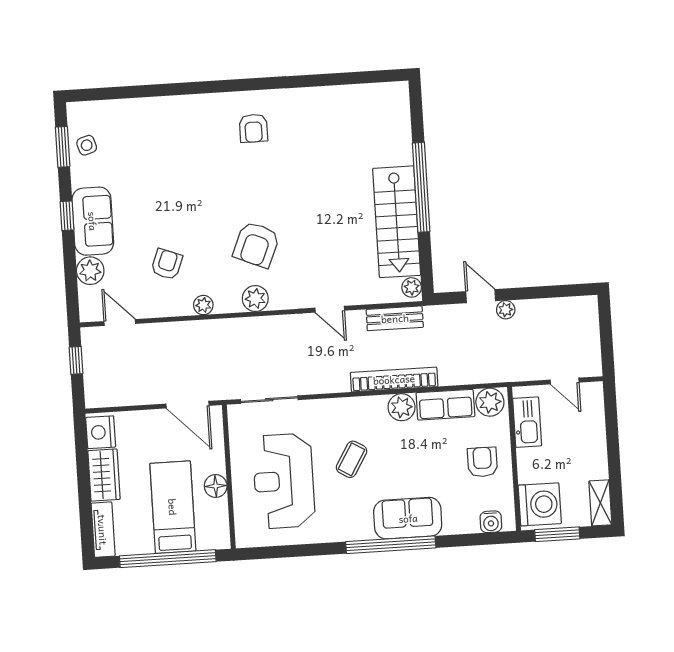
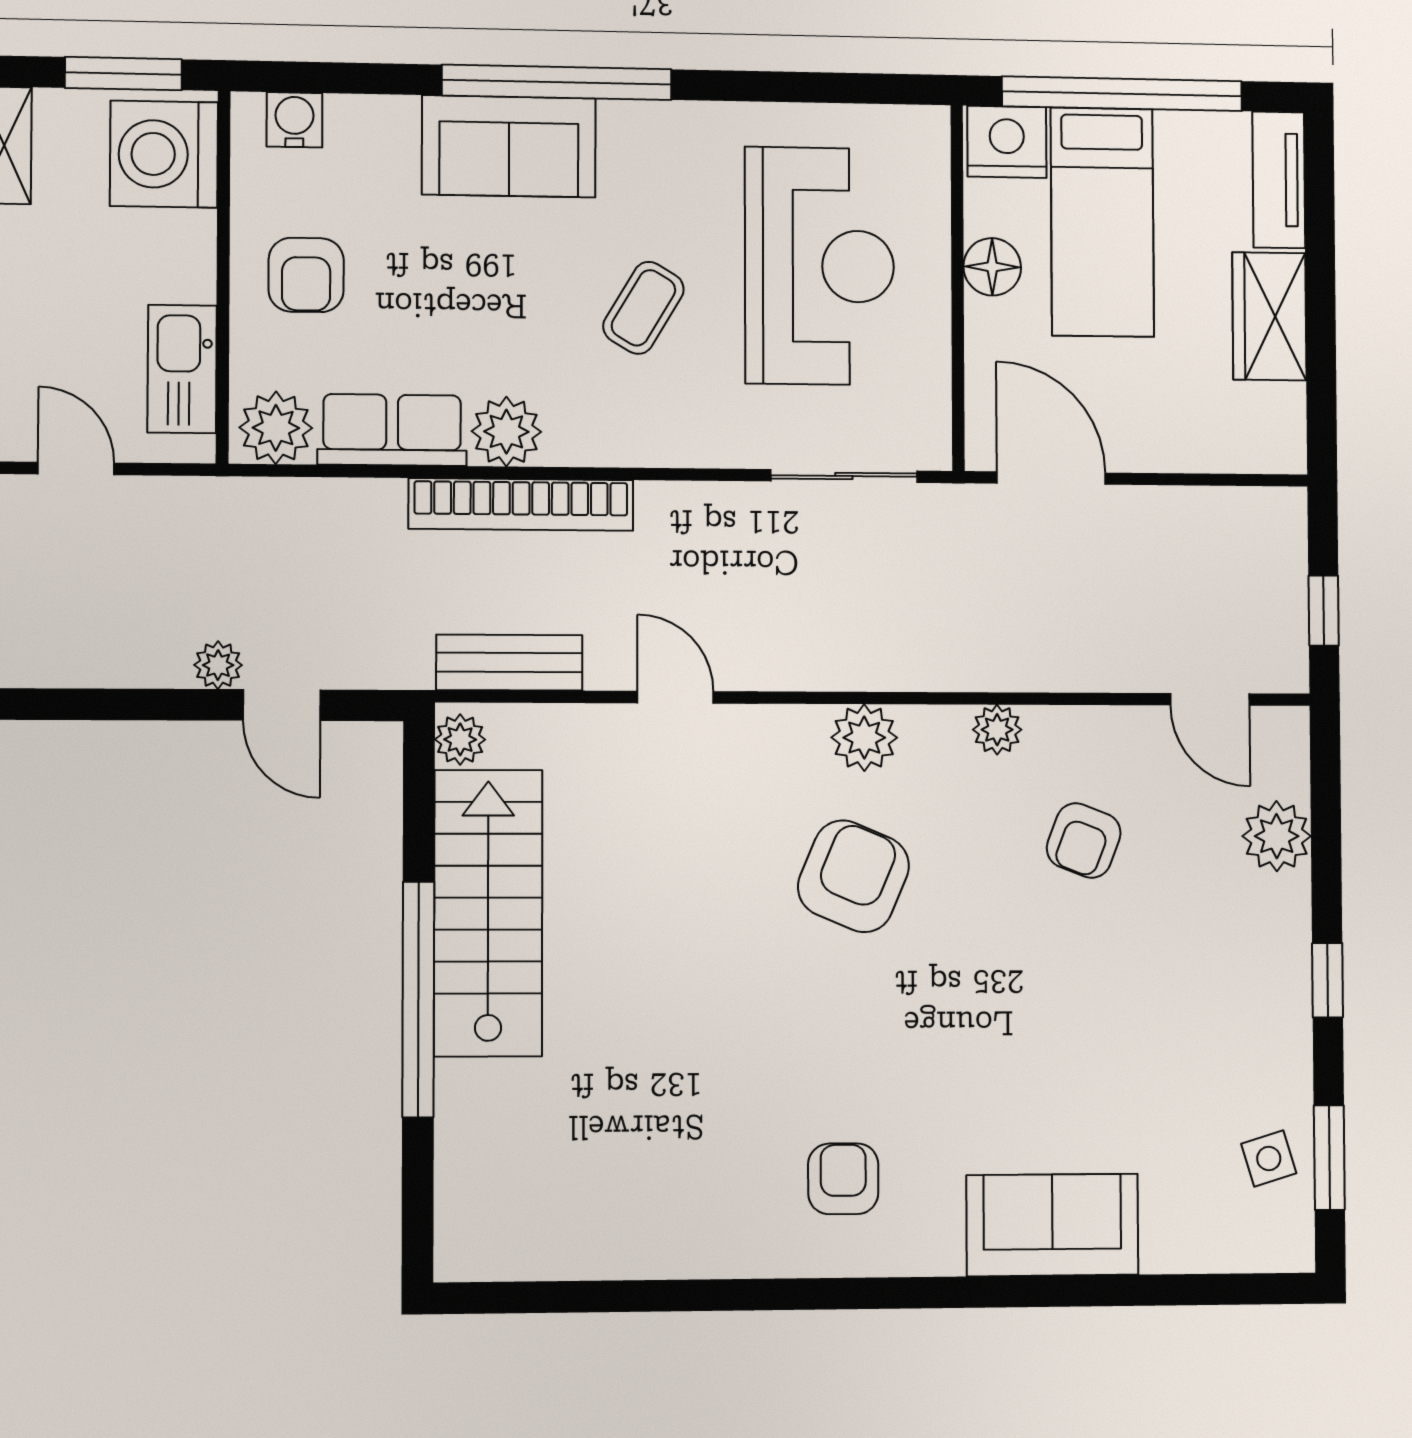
sofa: (93, 221) -> (1052, 1225), moved, turned 90
nightstand: (101, 432) -> (1007, 142), moved, turned -90

